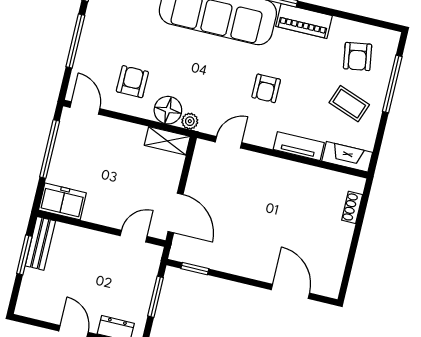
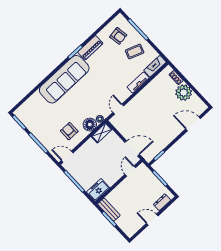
armchair: (266, 88) -> (107, 80), removed
plant: (334, 238) -> (184, 93), added

